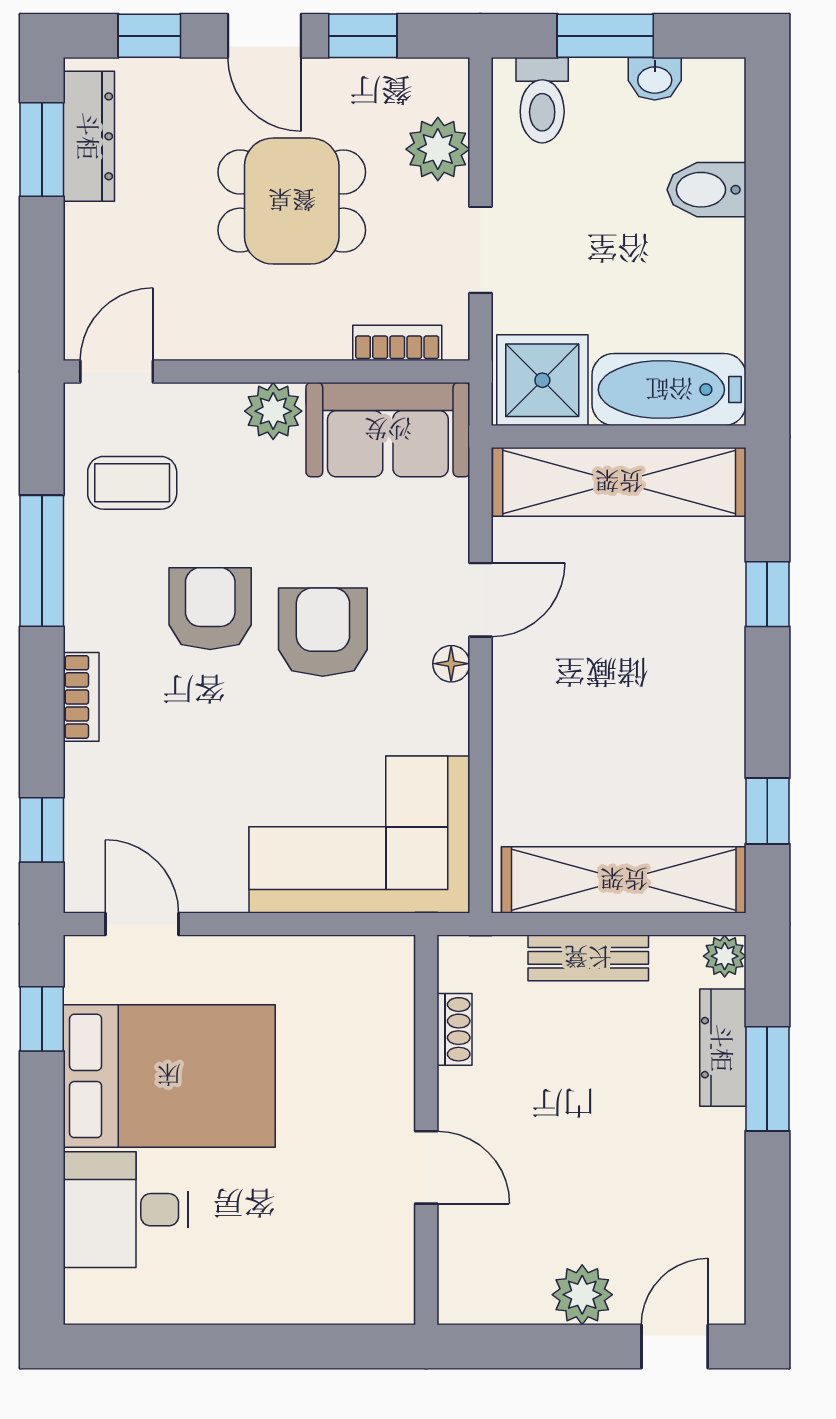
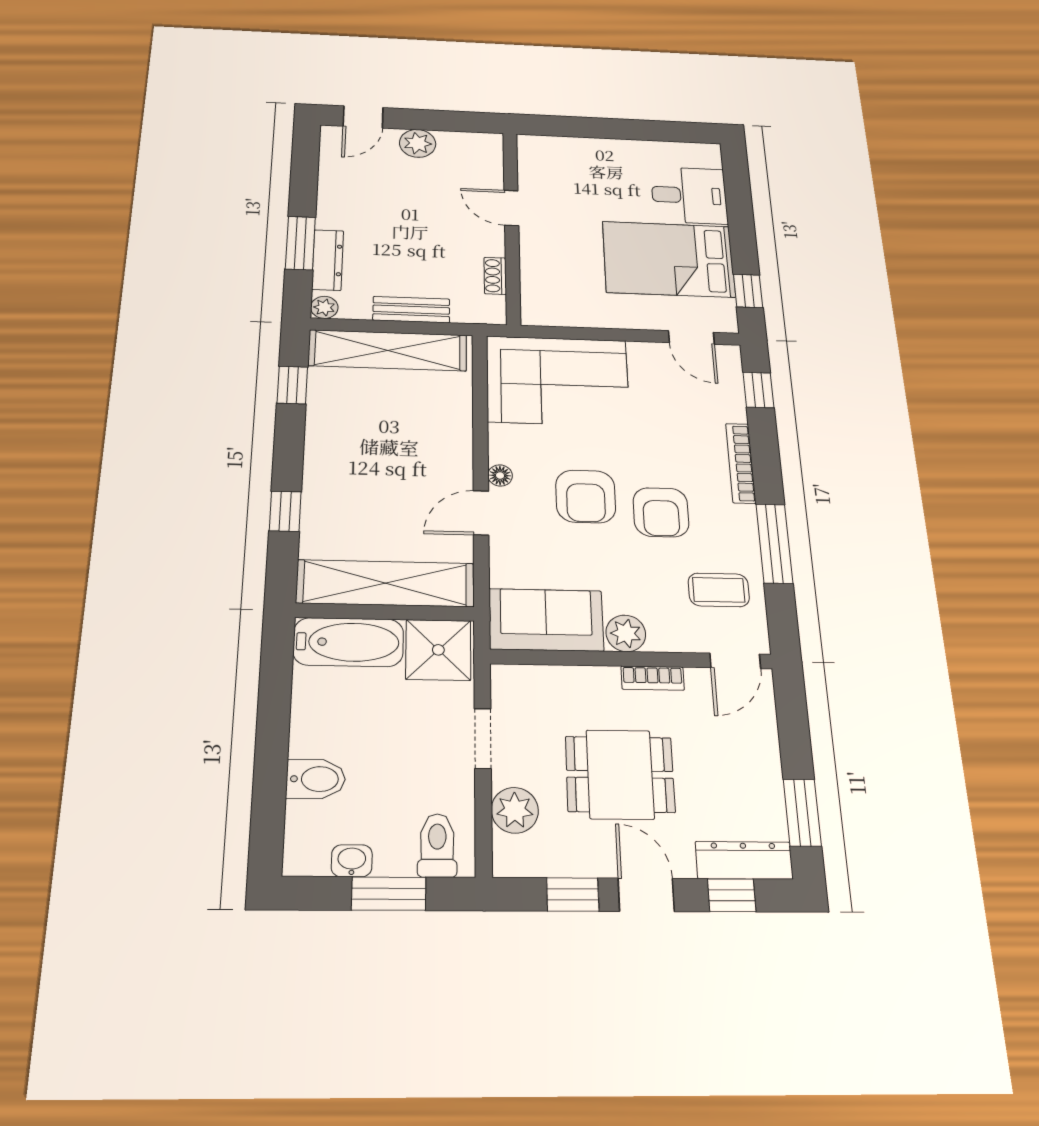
dresser: (89, 136) -> (744, 860), moved, turned 90
bookcase: (397, 343) -> (653, 678), moved
bookcase: (81, 697) -> (741, 463), width x1.56

